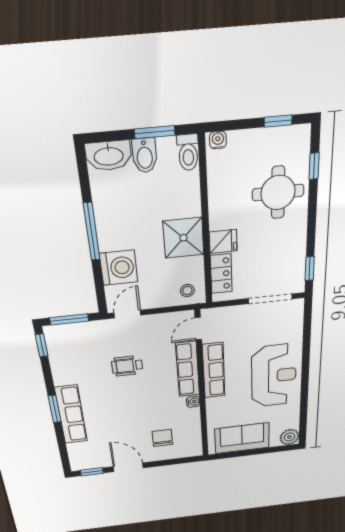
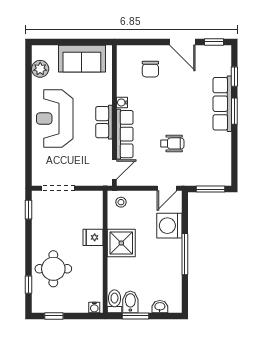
bidet: (145, 155) -> (130, 302), moved
washbasin: (109, 156) -> (160, 307), width x0.52, depth x0.69
locker: (221, 274) -> (95, 213), removed
window: (42, 345) -> (234, 77), moved
row of seats: (214, 370) -> (104, 122), width x0.68
plant: (289, 437) -> (40, 69), moved

